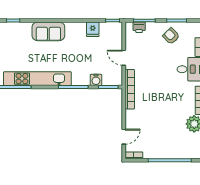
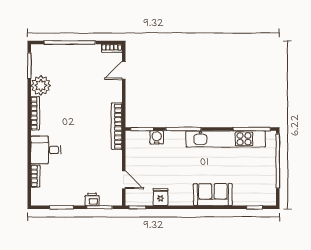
printer: (139, 27) -> (92, 199), moved
armchair: (171, 36) -> (68, 189), removed
door: (124, 58) -> (124, 180), moved

